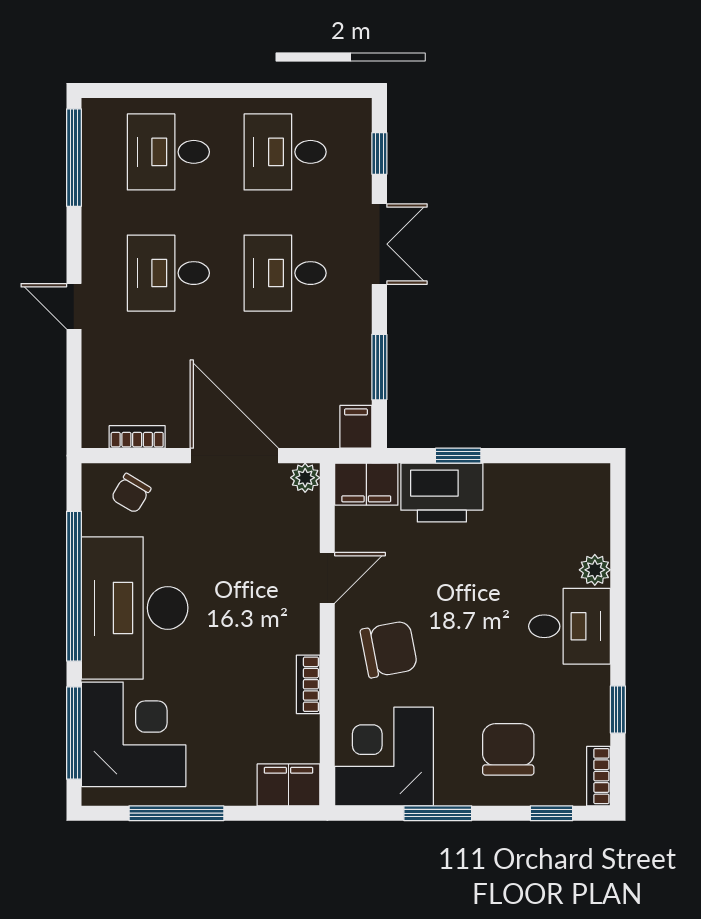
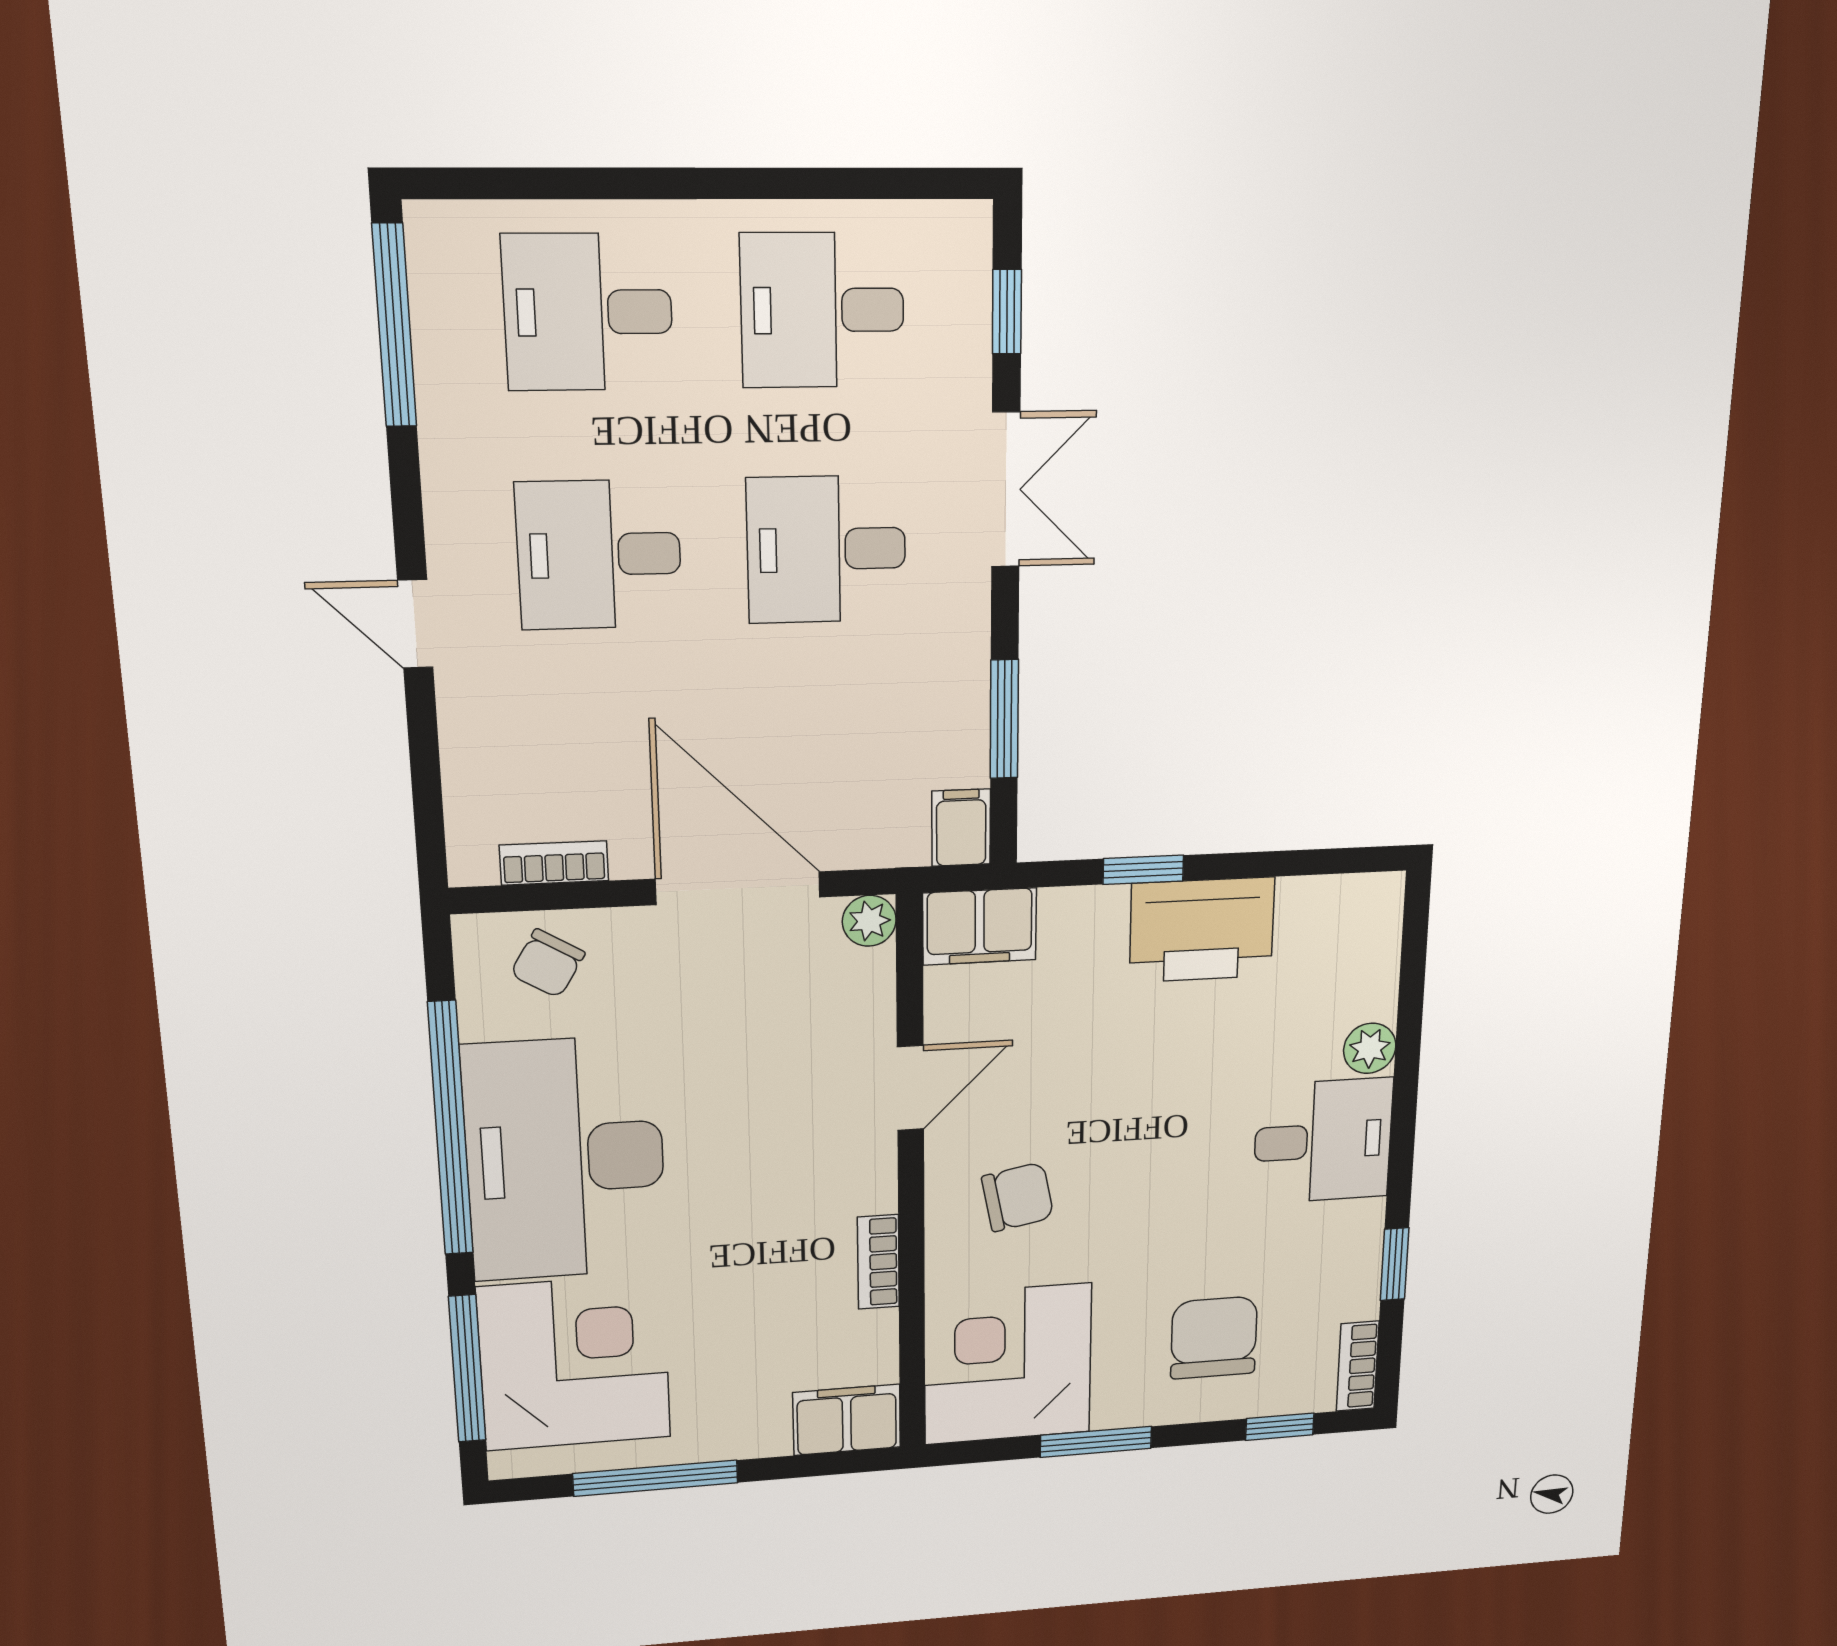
printer: (442, 492) -> (1202, 930), moved
chair: (389, 649) -> (1018, 1197), width x0.73, depth x0.73

